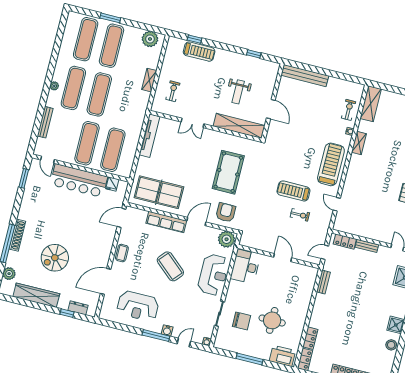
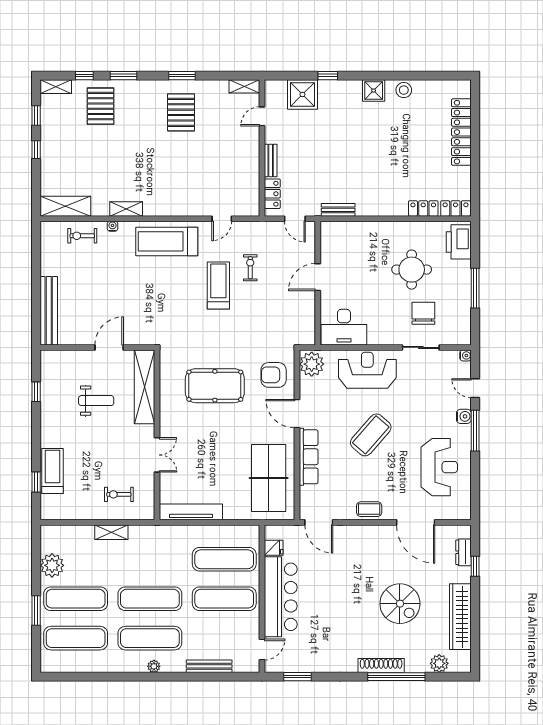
plant: (150, 39) -> (52, 565), moved
treadmill: (293, 191) -> (218, 286), turned 180

